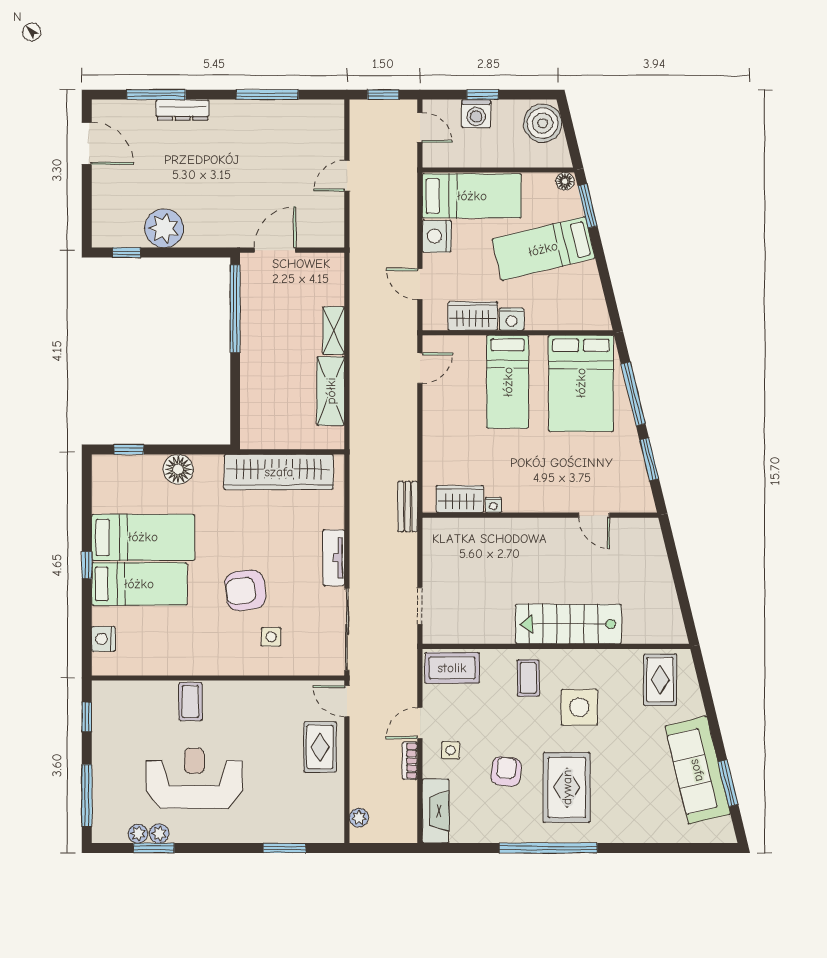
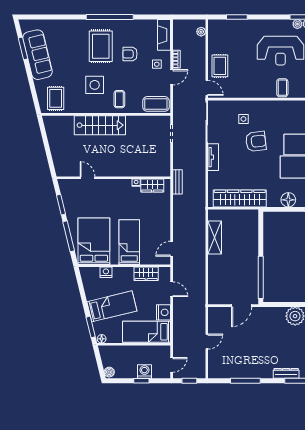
boiler: (543, 123) -> (109, 372), width x0.54, depth x0.54
door: (420, 128) -> (172, 365), swing flipped
nightstand: (512, 319) -> (106, 272), moved
shelving: (334, 331) -> (213, 267), removed
armchair: (506, 772) -> (130, 54), turned 83

